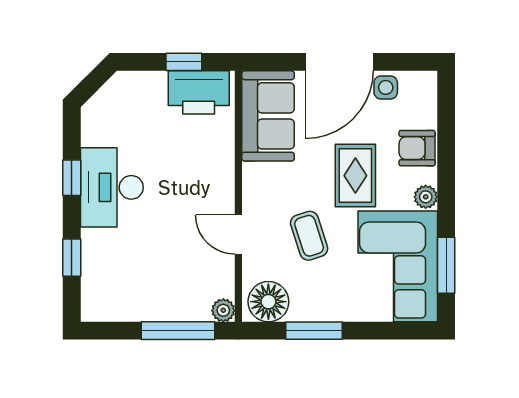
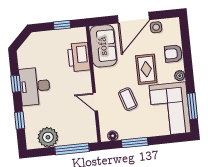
printer: (199, 92) -> (79, 57), moved, turned 90
floor lamp: (268, 302) -> (113, 136), width x0.53, depth x0.53
plant: (223, 310) -> (48, 137), moved, width x1.87, depth x1.87

